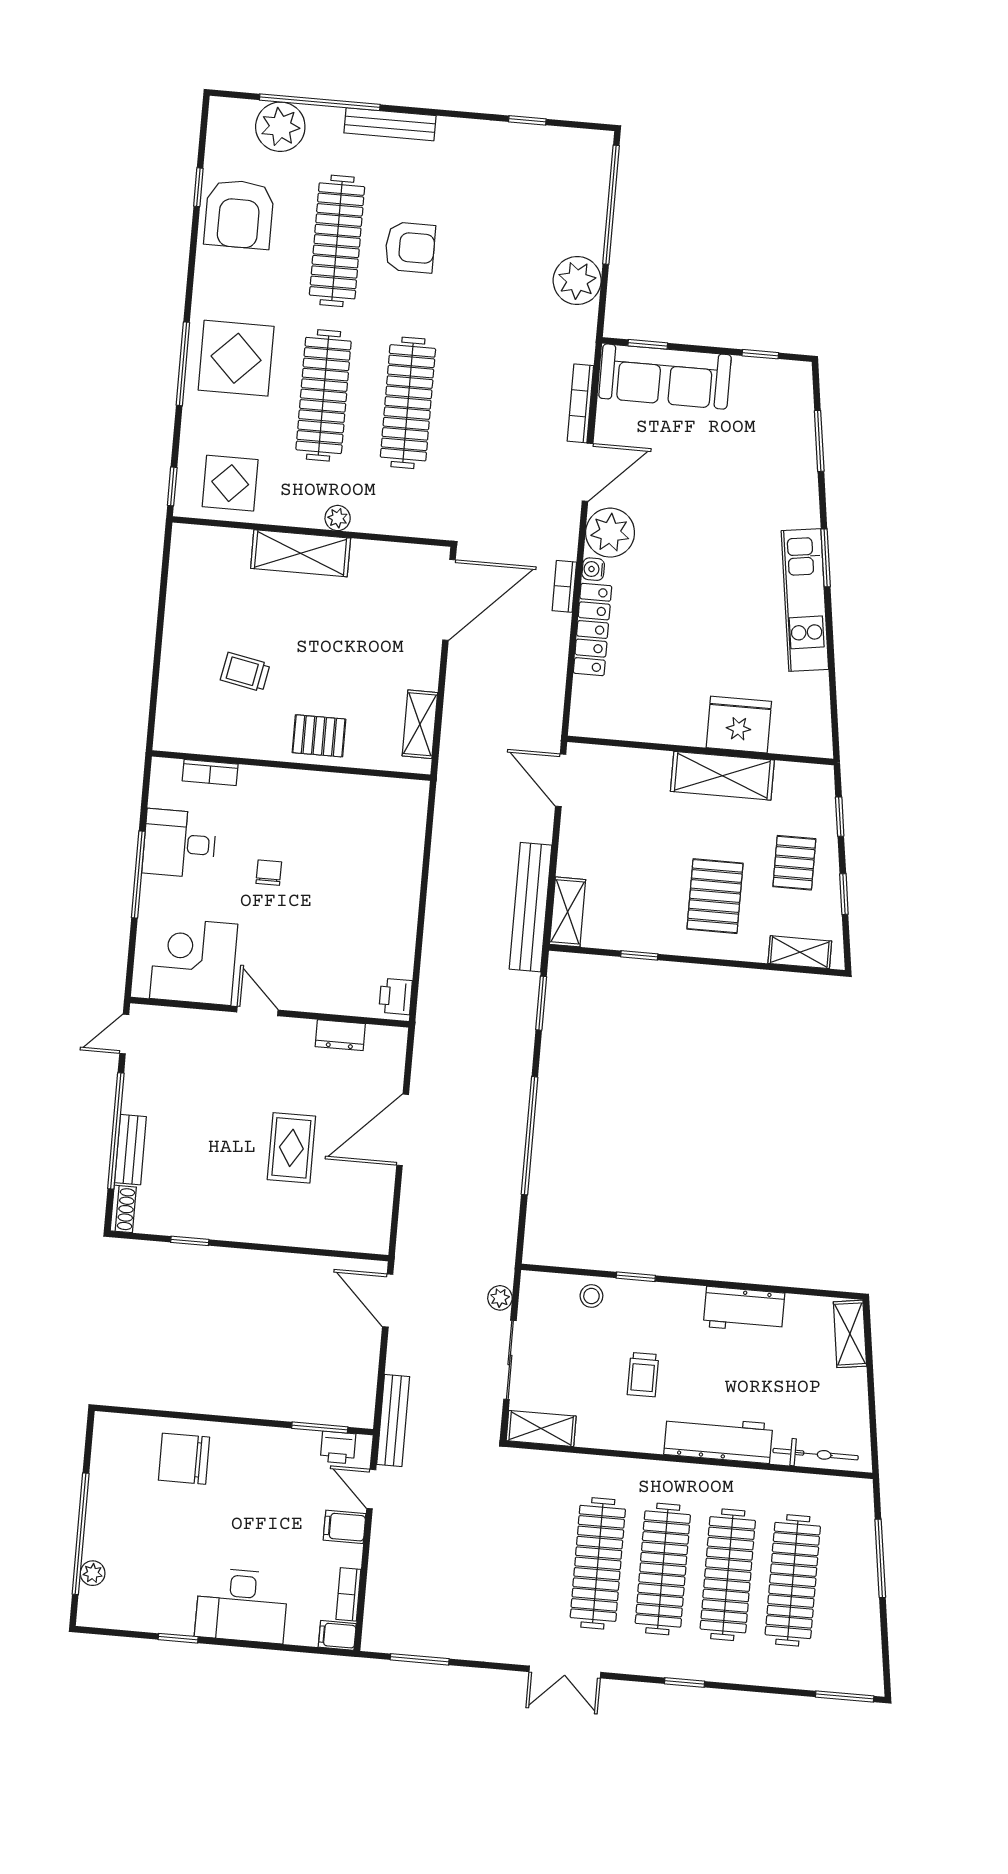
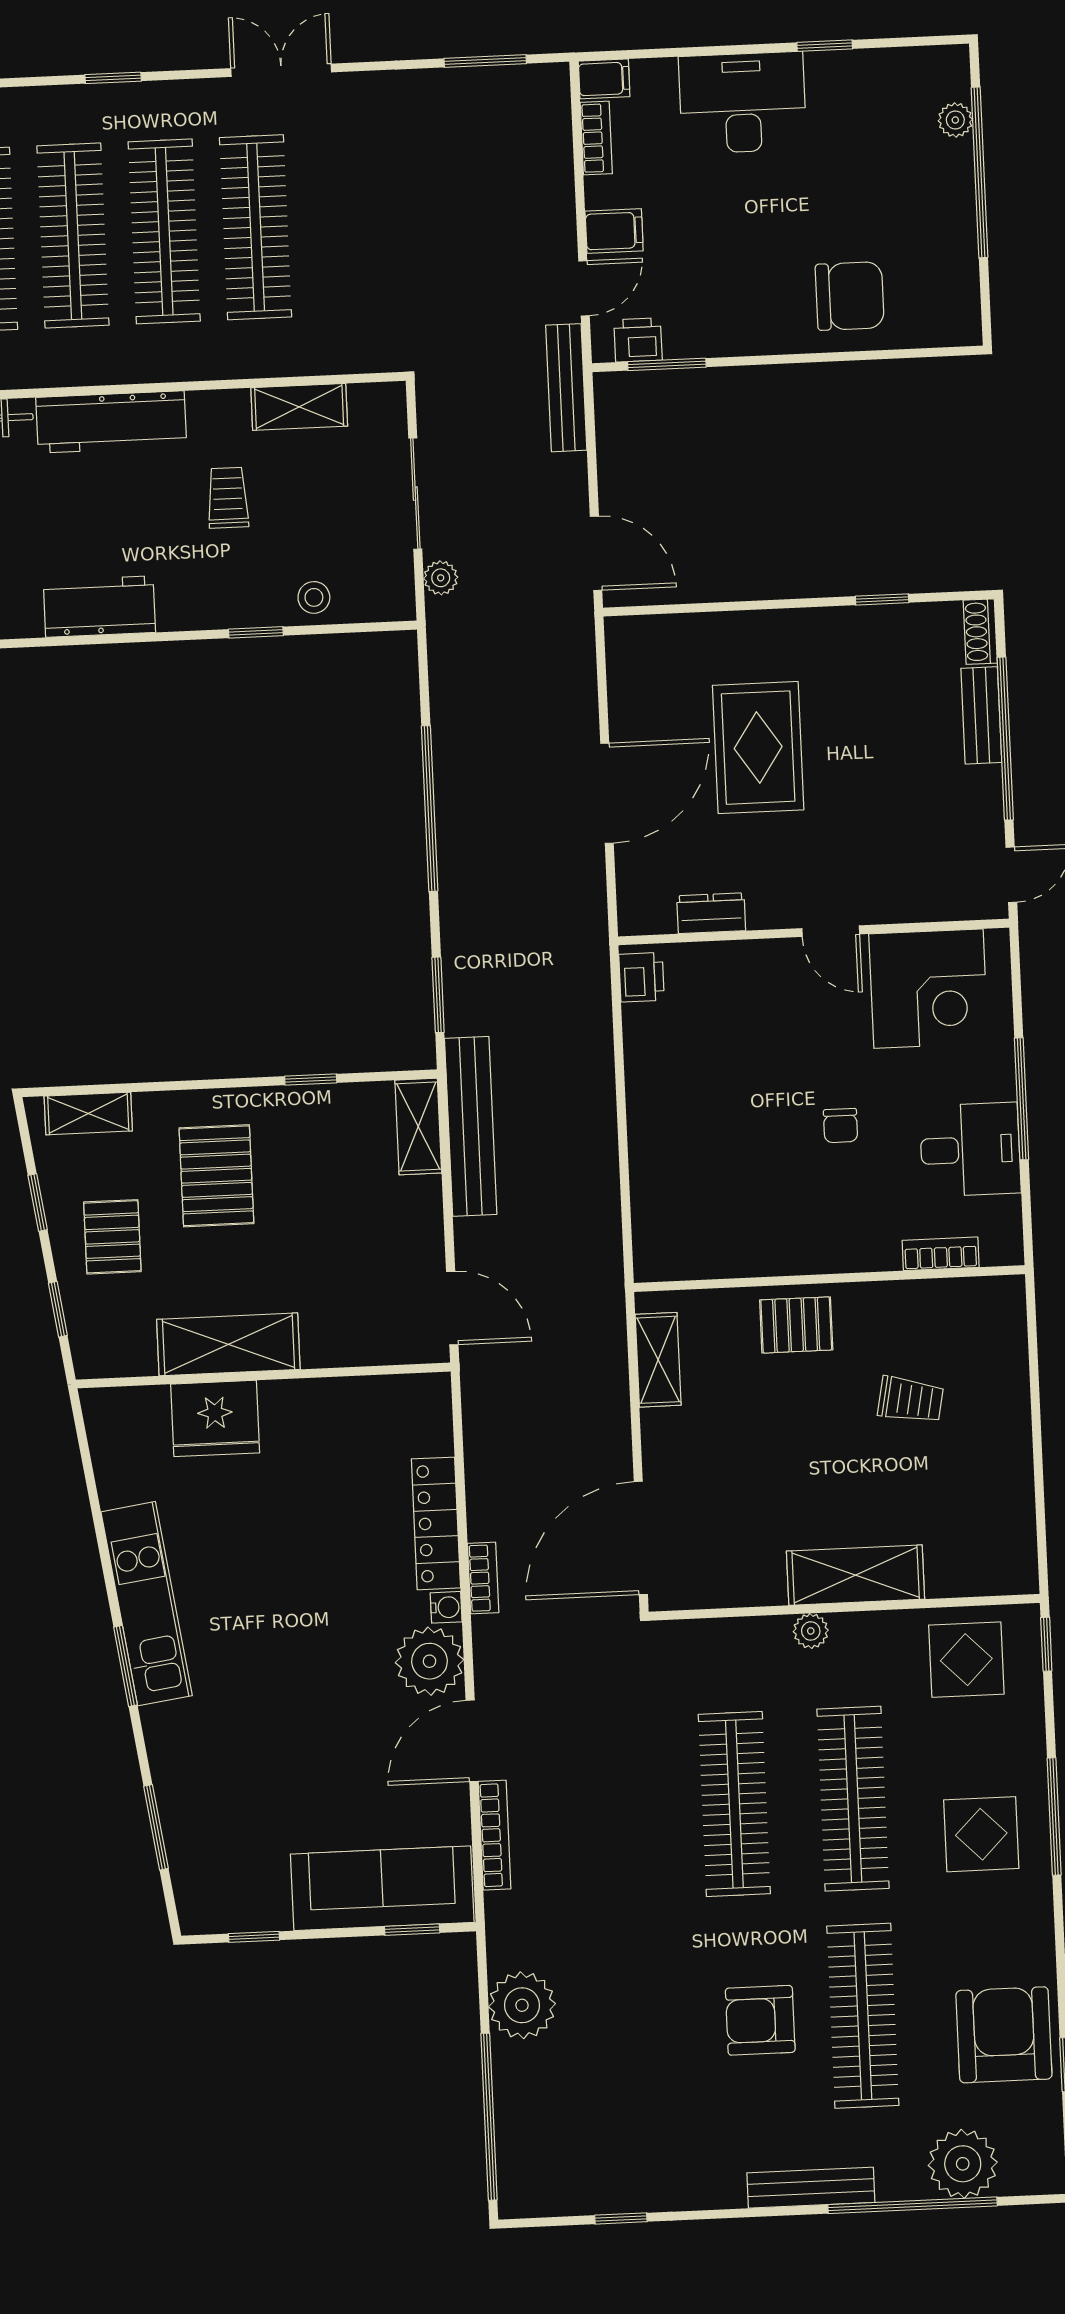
display table: (236, 358) -> (981, 1834), width x0.73, depth x0.73
rug: (291, 1148) -> (758, 748), width x1.36, depth x1.43
shelving: (541, 1428) -> (299, 407), moved
door: (371, 1489) -> (584, 288), hinge flipped

